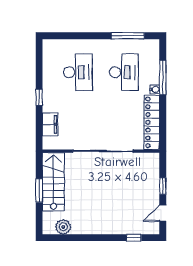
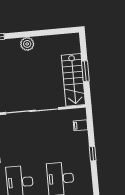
filing cabinet: (50, 124) -> (80, 125), width x0.50
plant: (63, 227) -> (27, 44), moved

